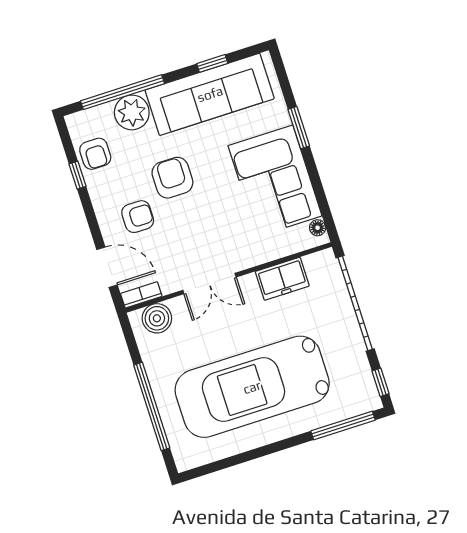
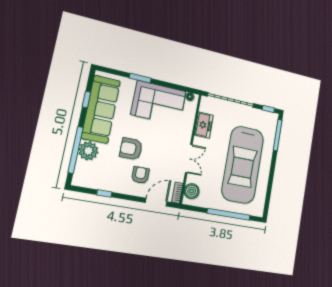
armchair: (95, 154) -> (99, 179), removed

